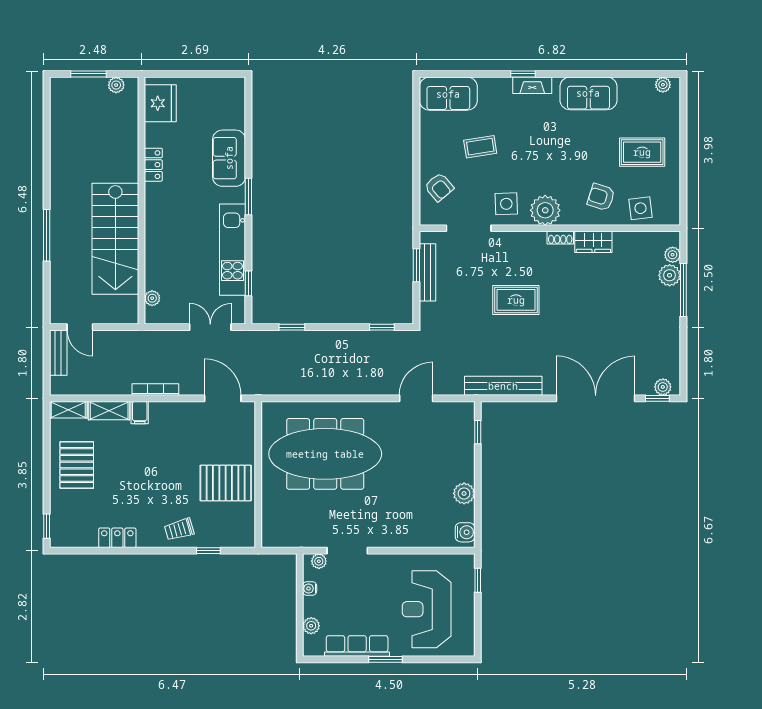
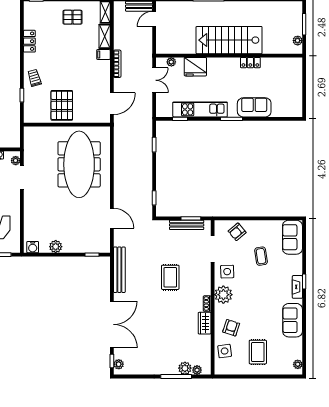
fridge: (160, 103) -> (195, 67), moved
stairs: (115, 239) -> (229, 40), moved
double door: (210, 327) -> (154, 80), moved
pallet: (77, 465) -> (72, 17), width x0.67, depth x0.71

